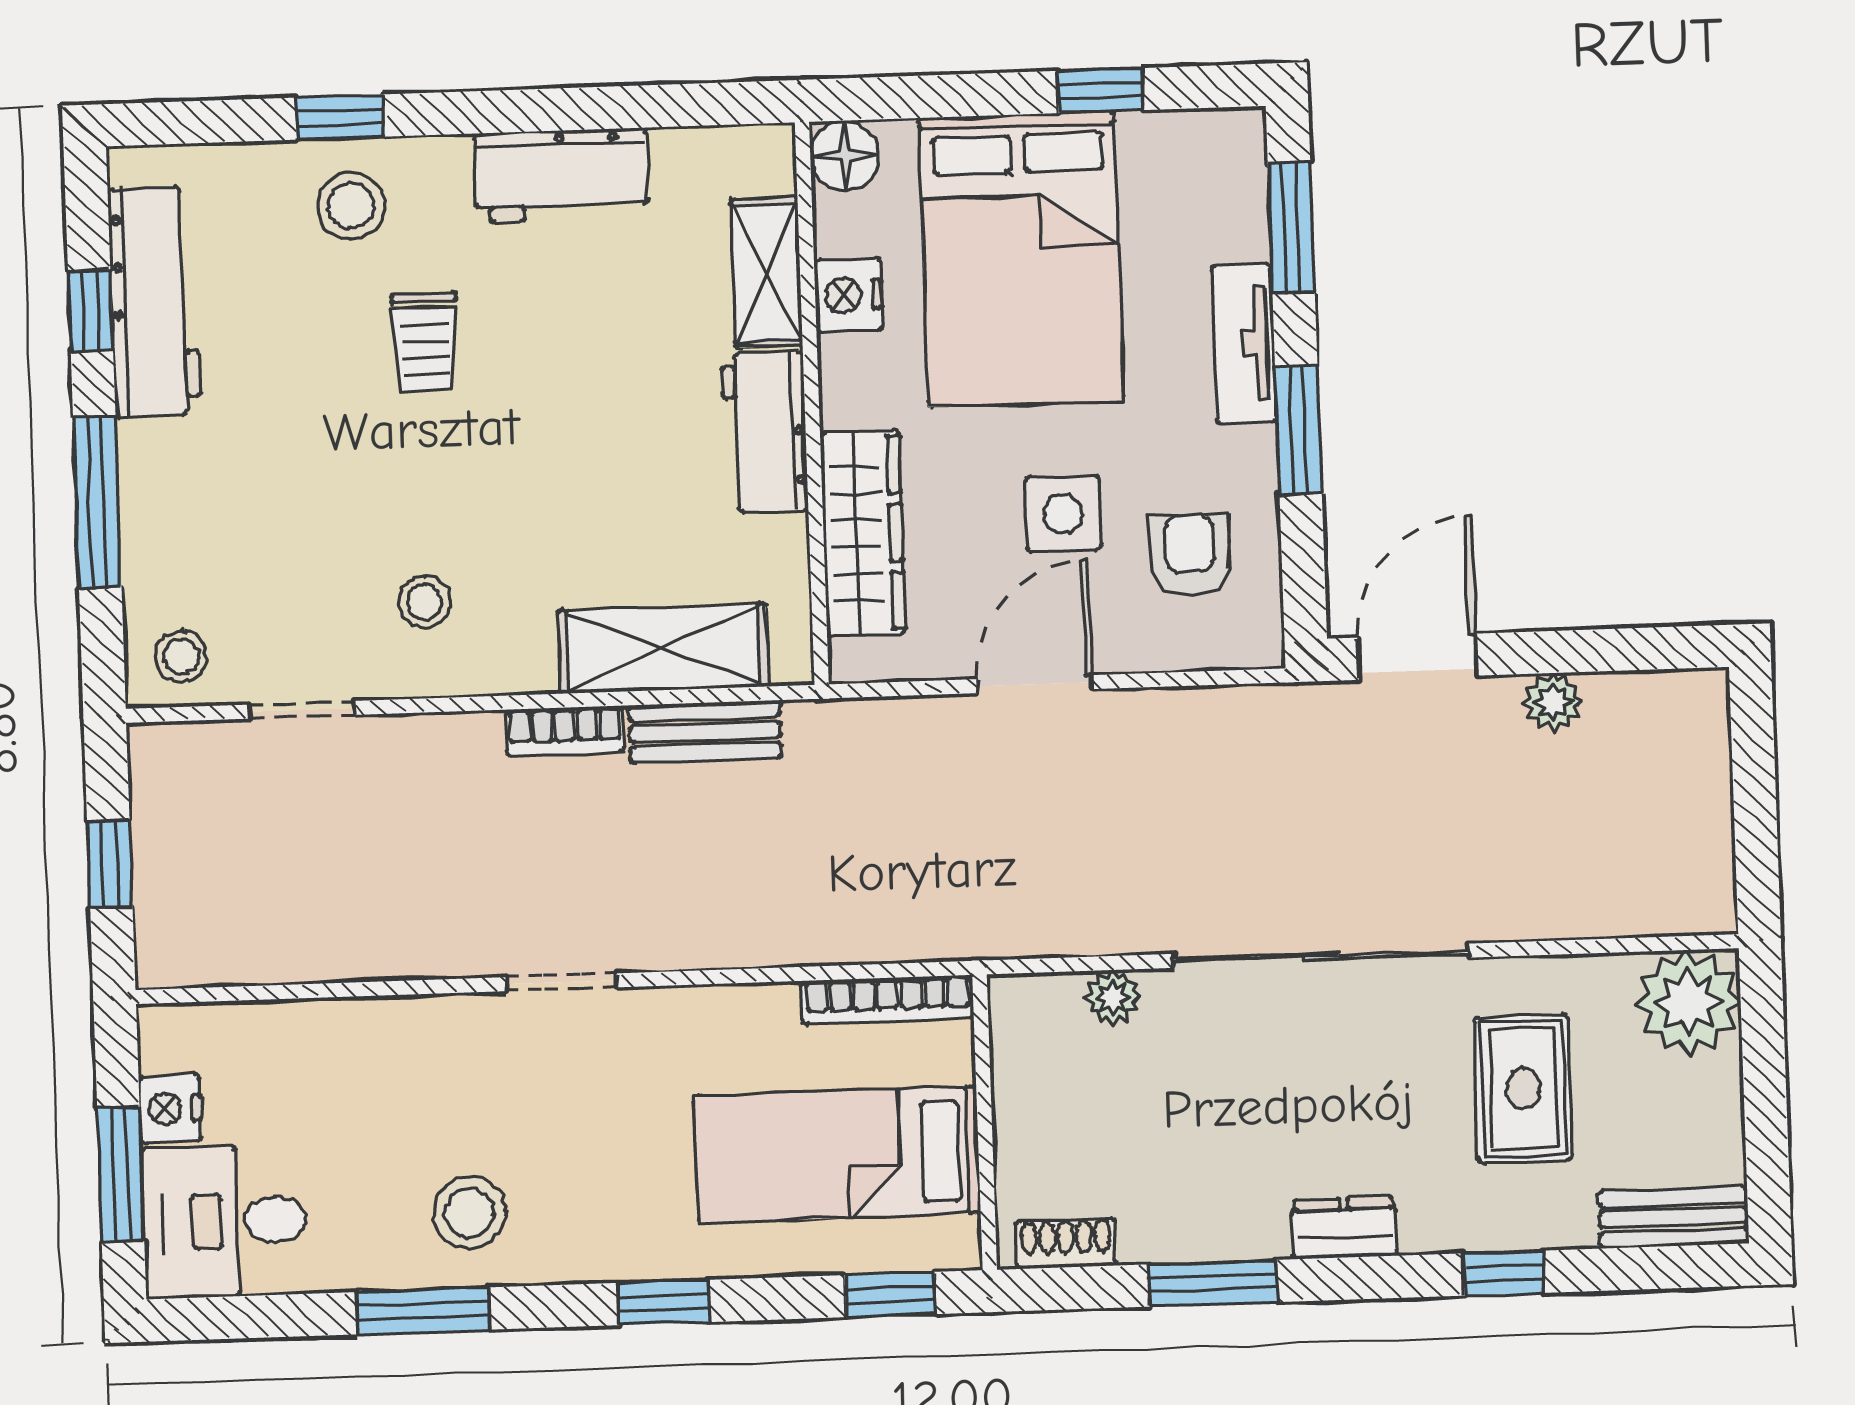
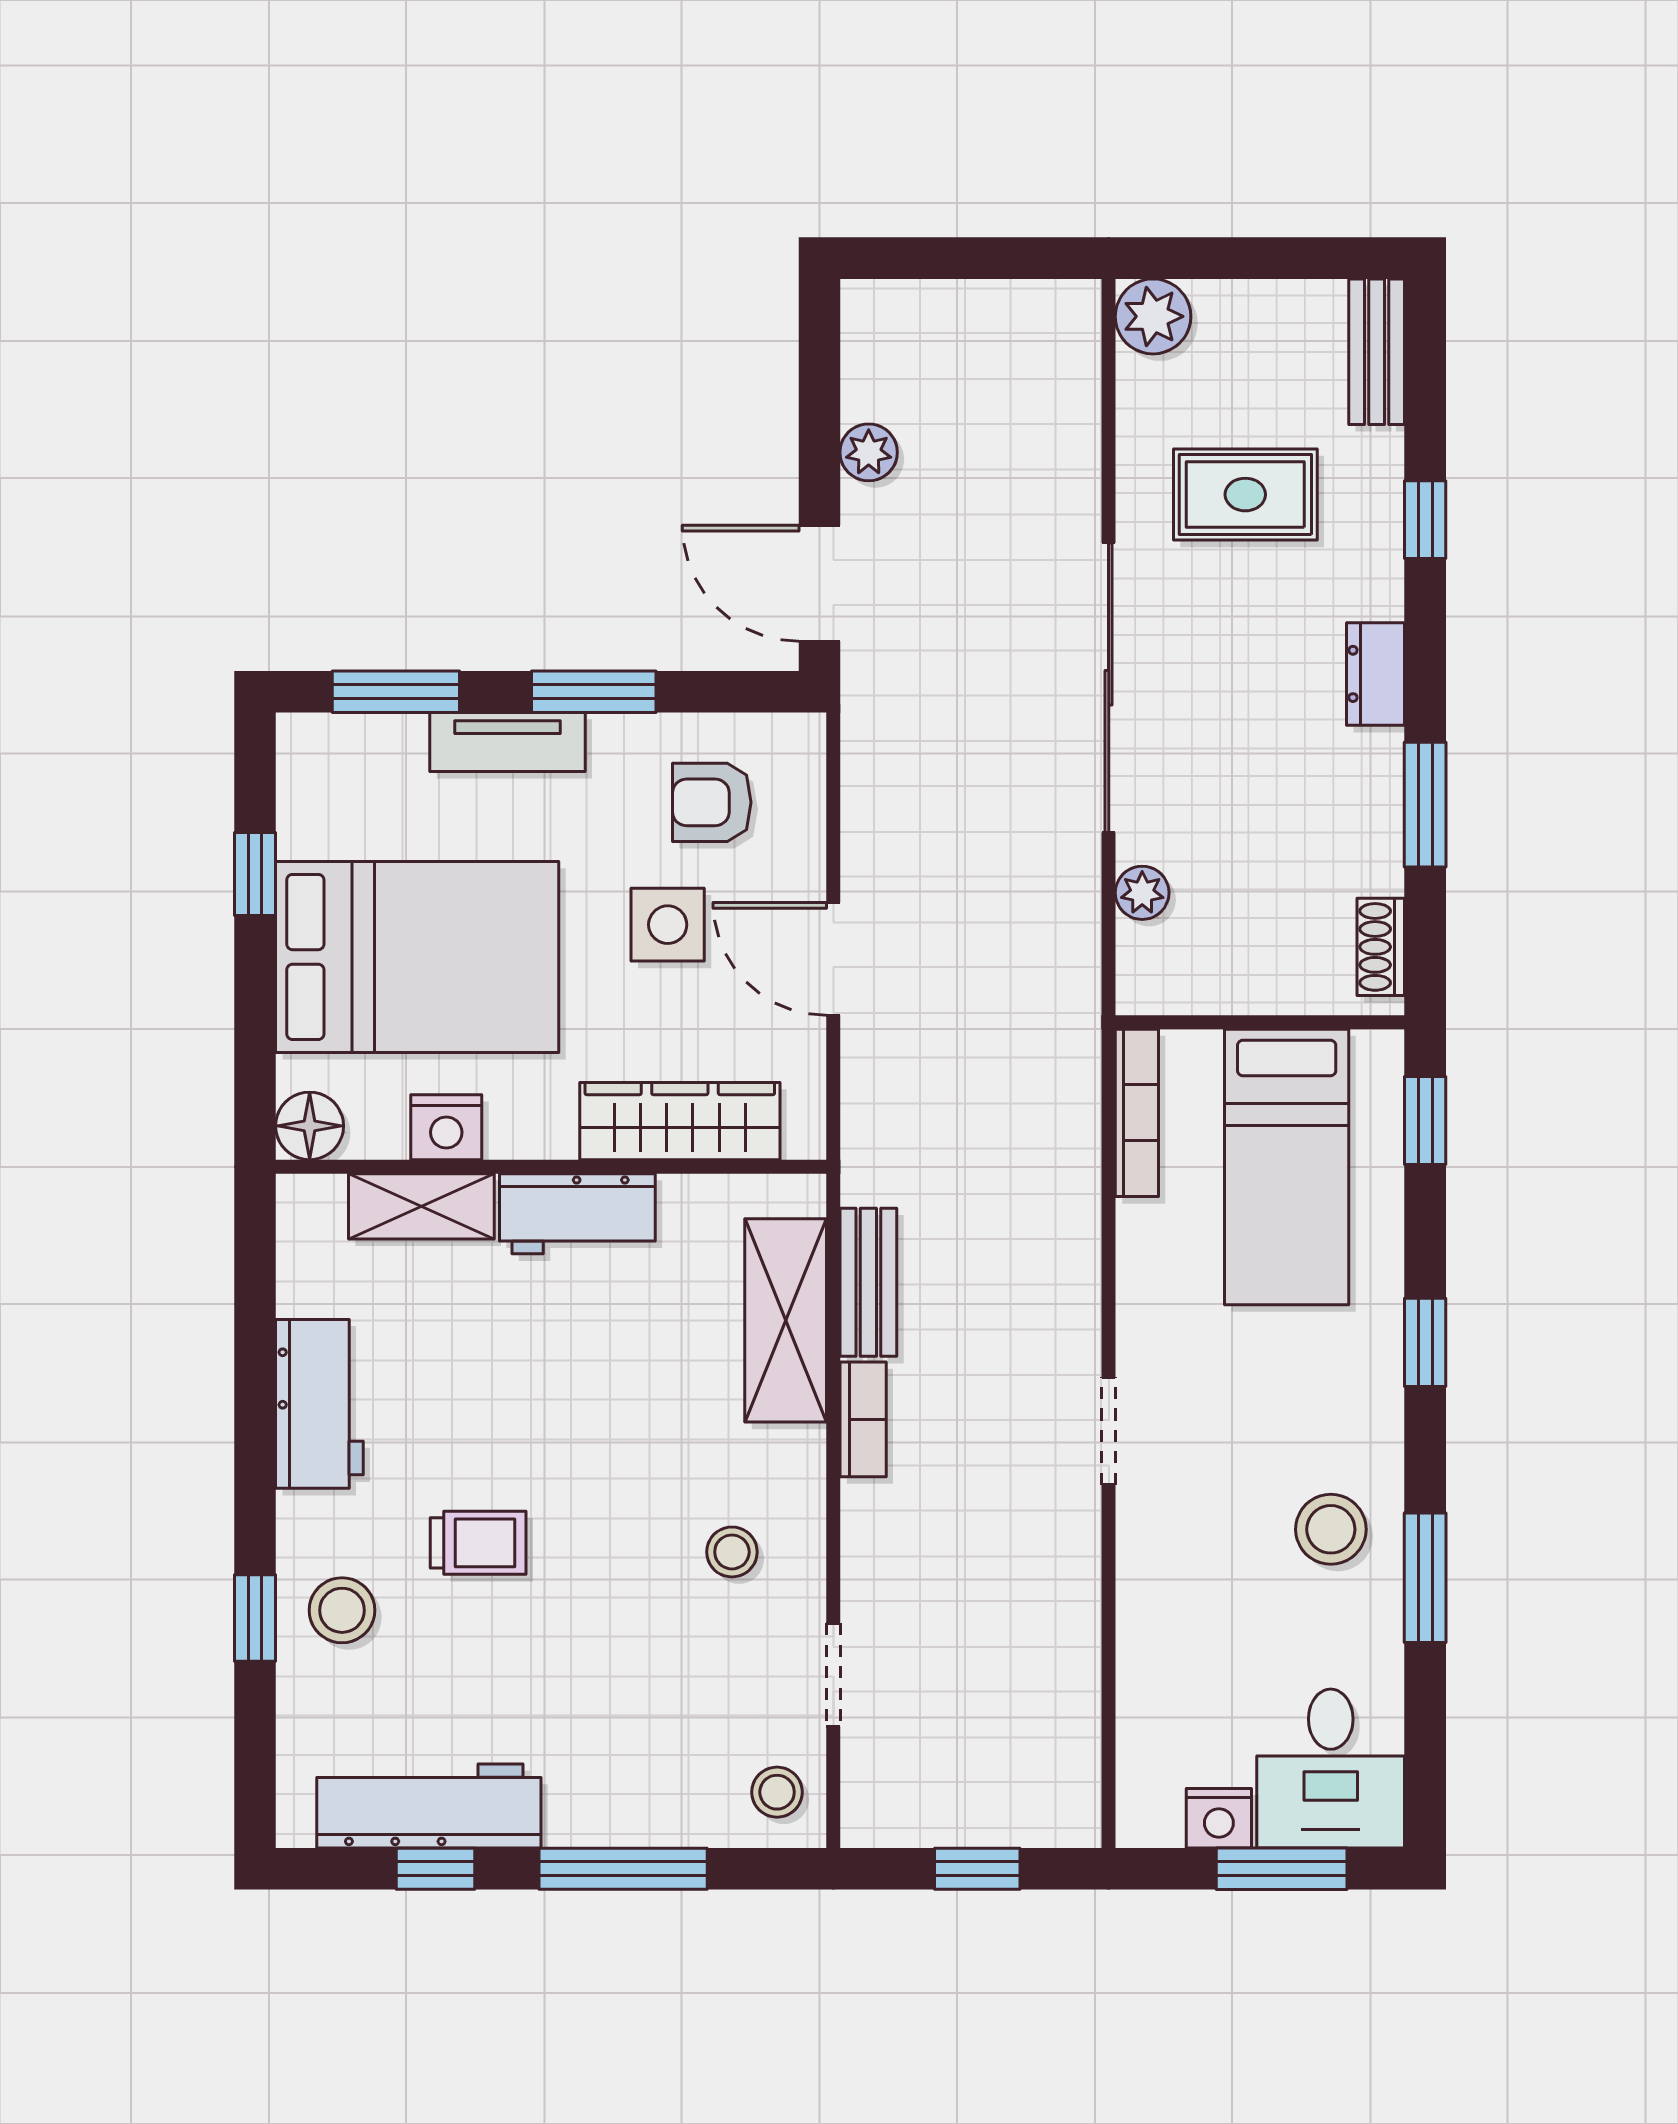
plant: (1688, 1002) -> (1153, 316), width x0.73, depth x0.73

